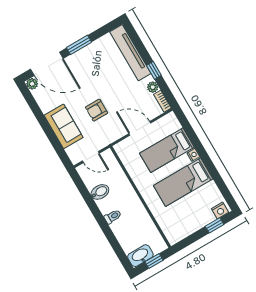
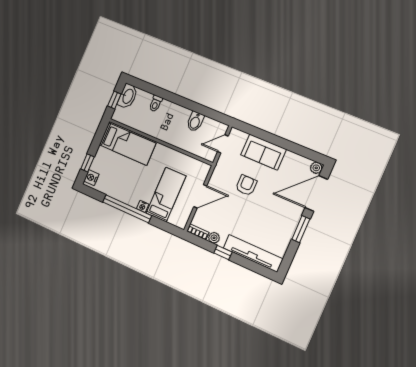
window: (208, 162) -> (127, 209), added
bed: (183, 182) -> (128, 144), moved, turned 90
toilet: (113, 217) -> (156, 103), moved

